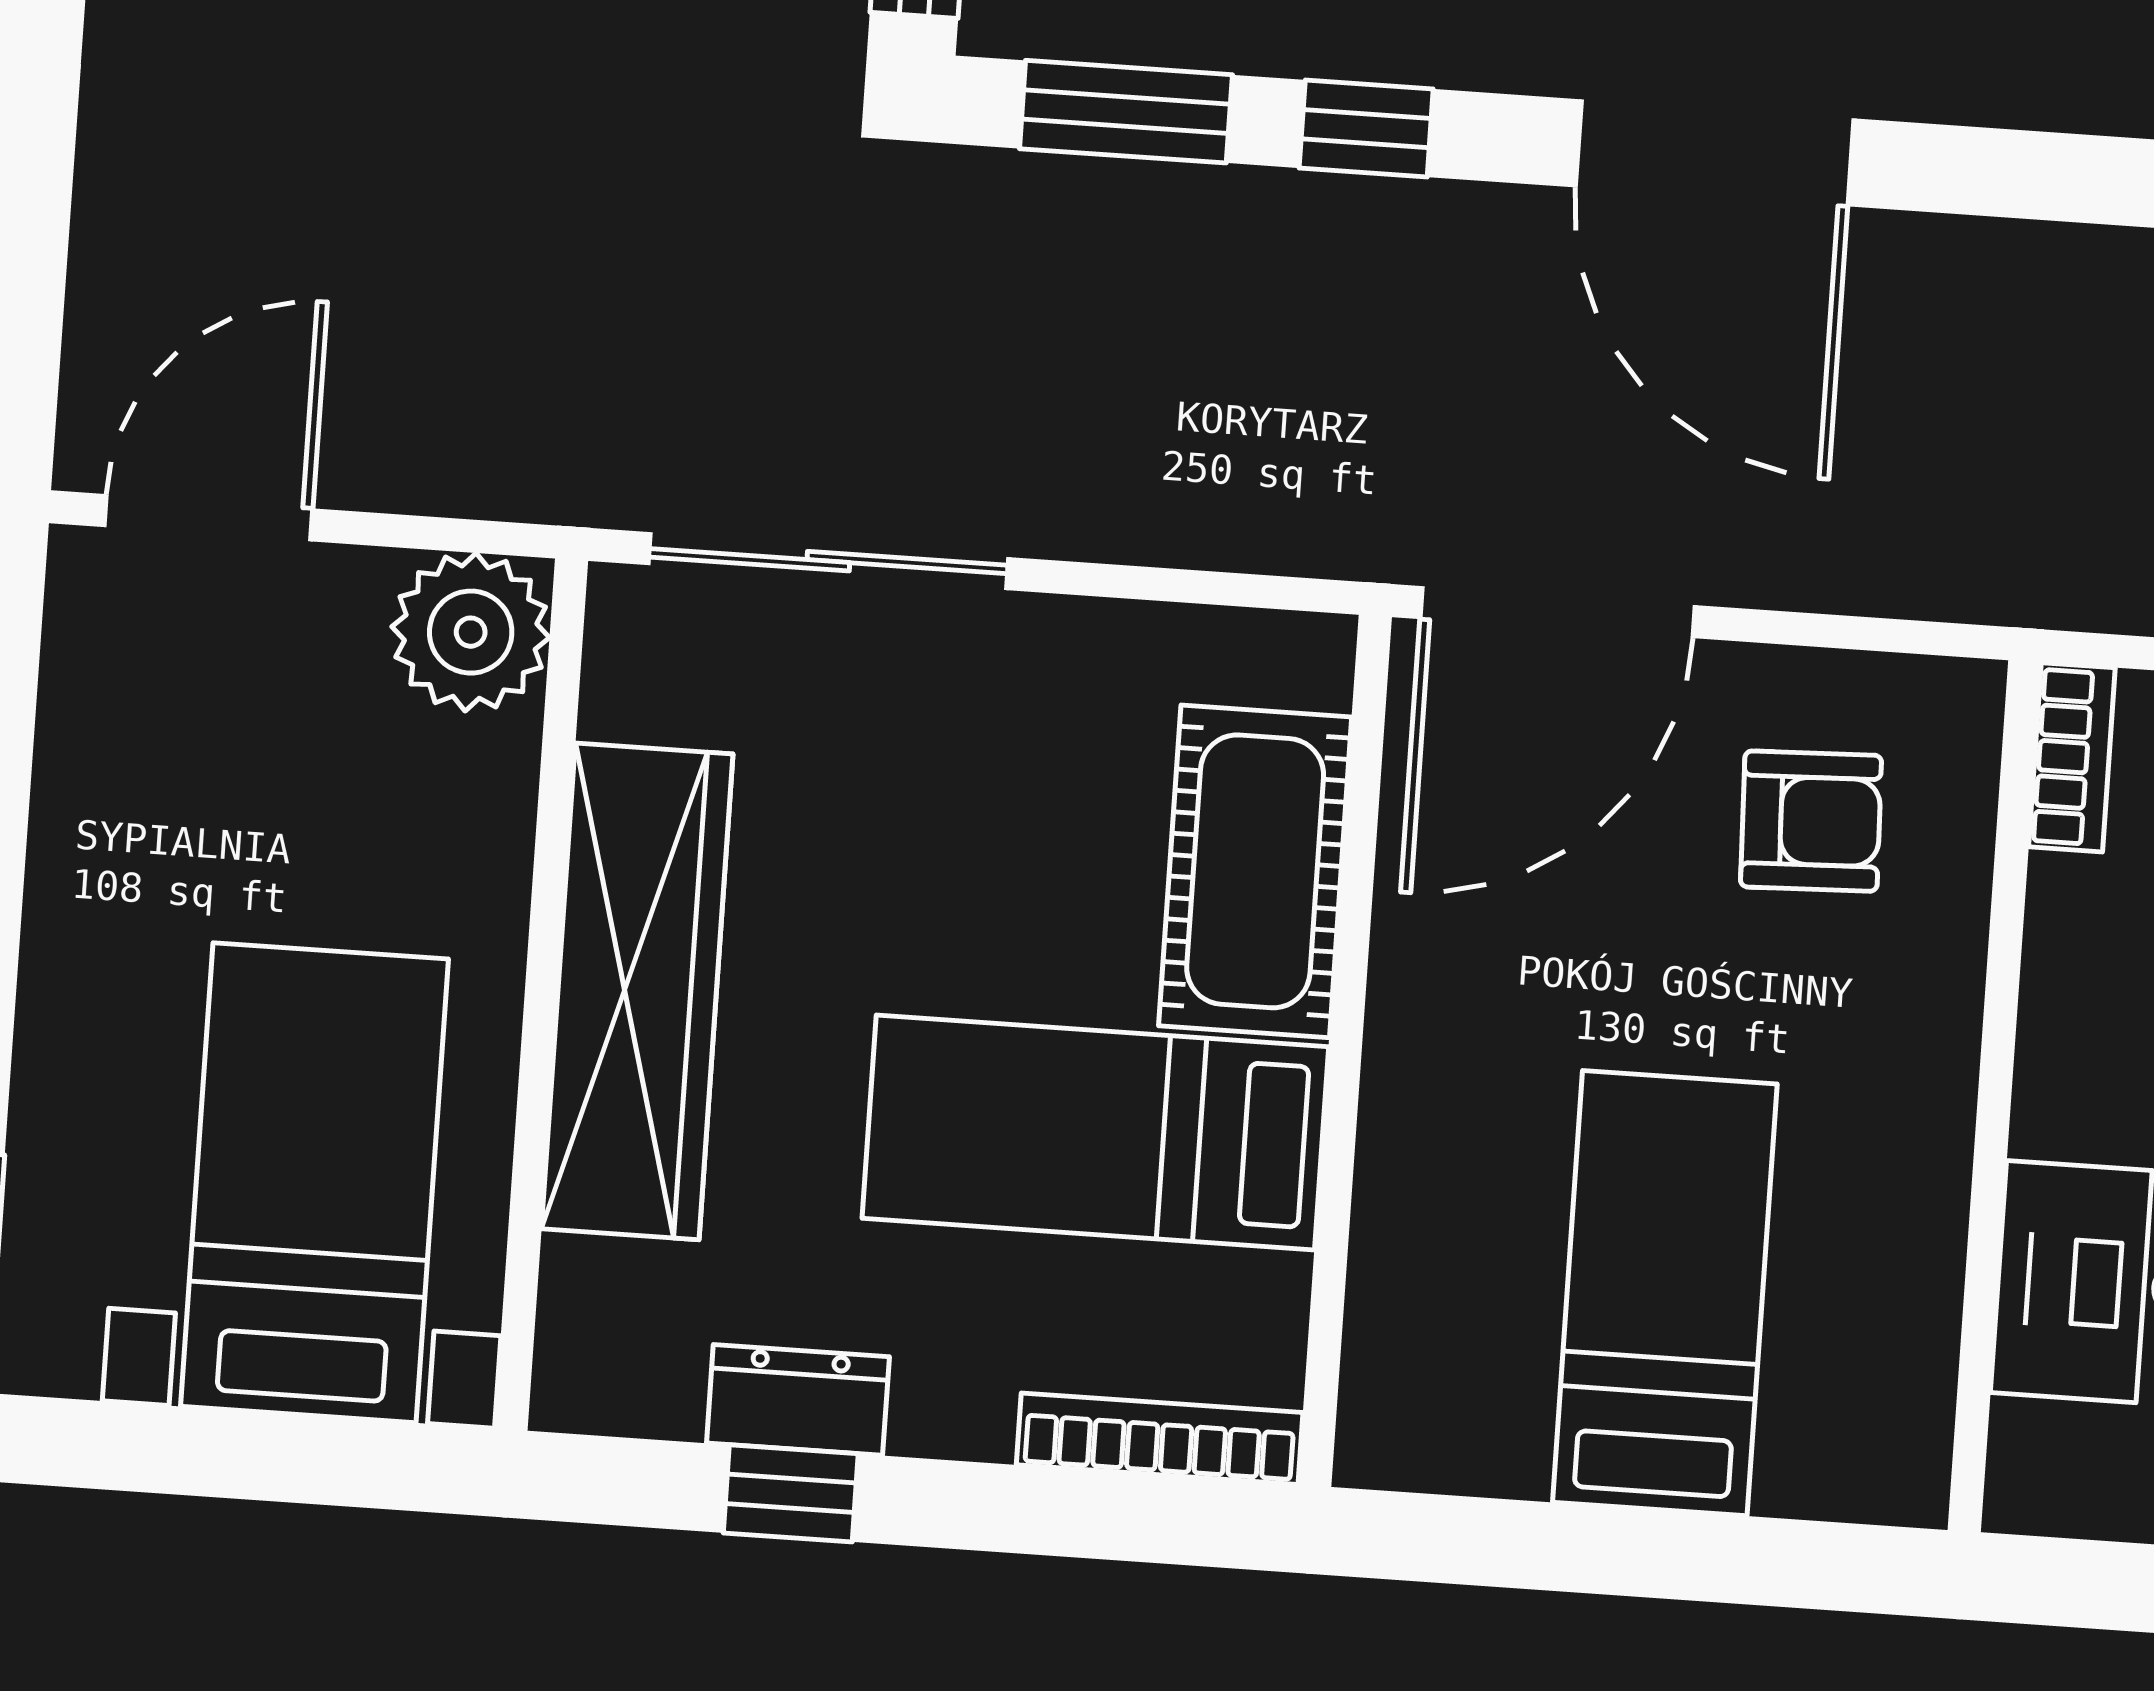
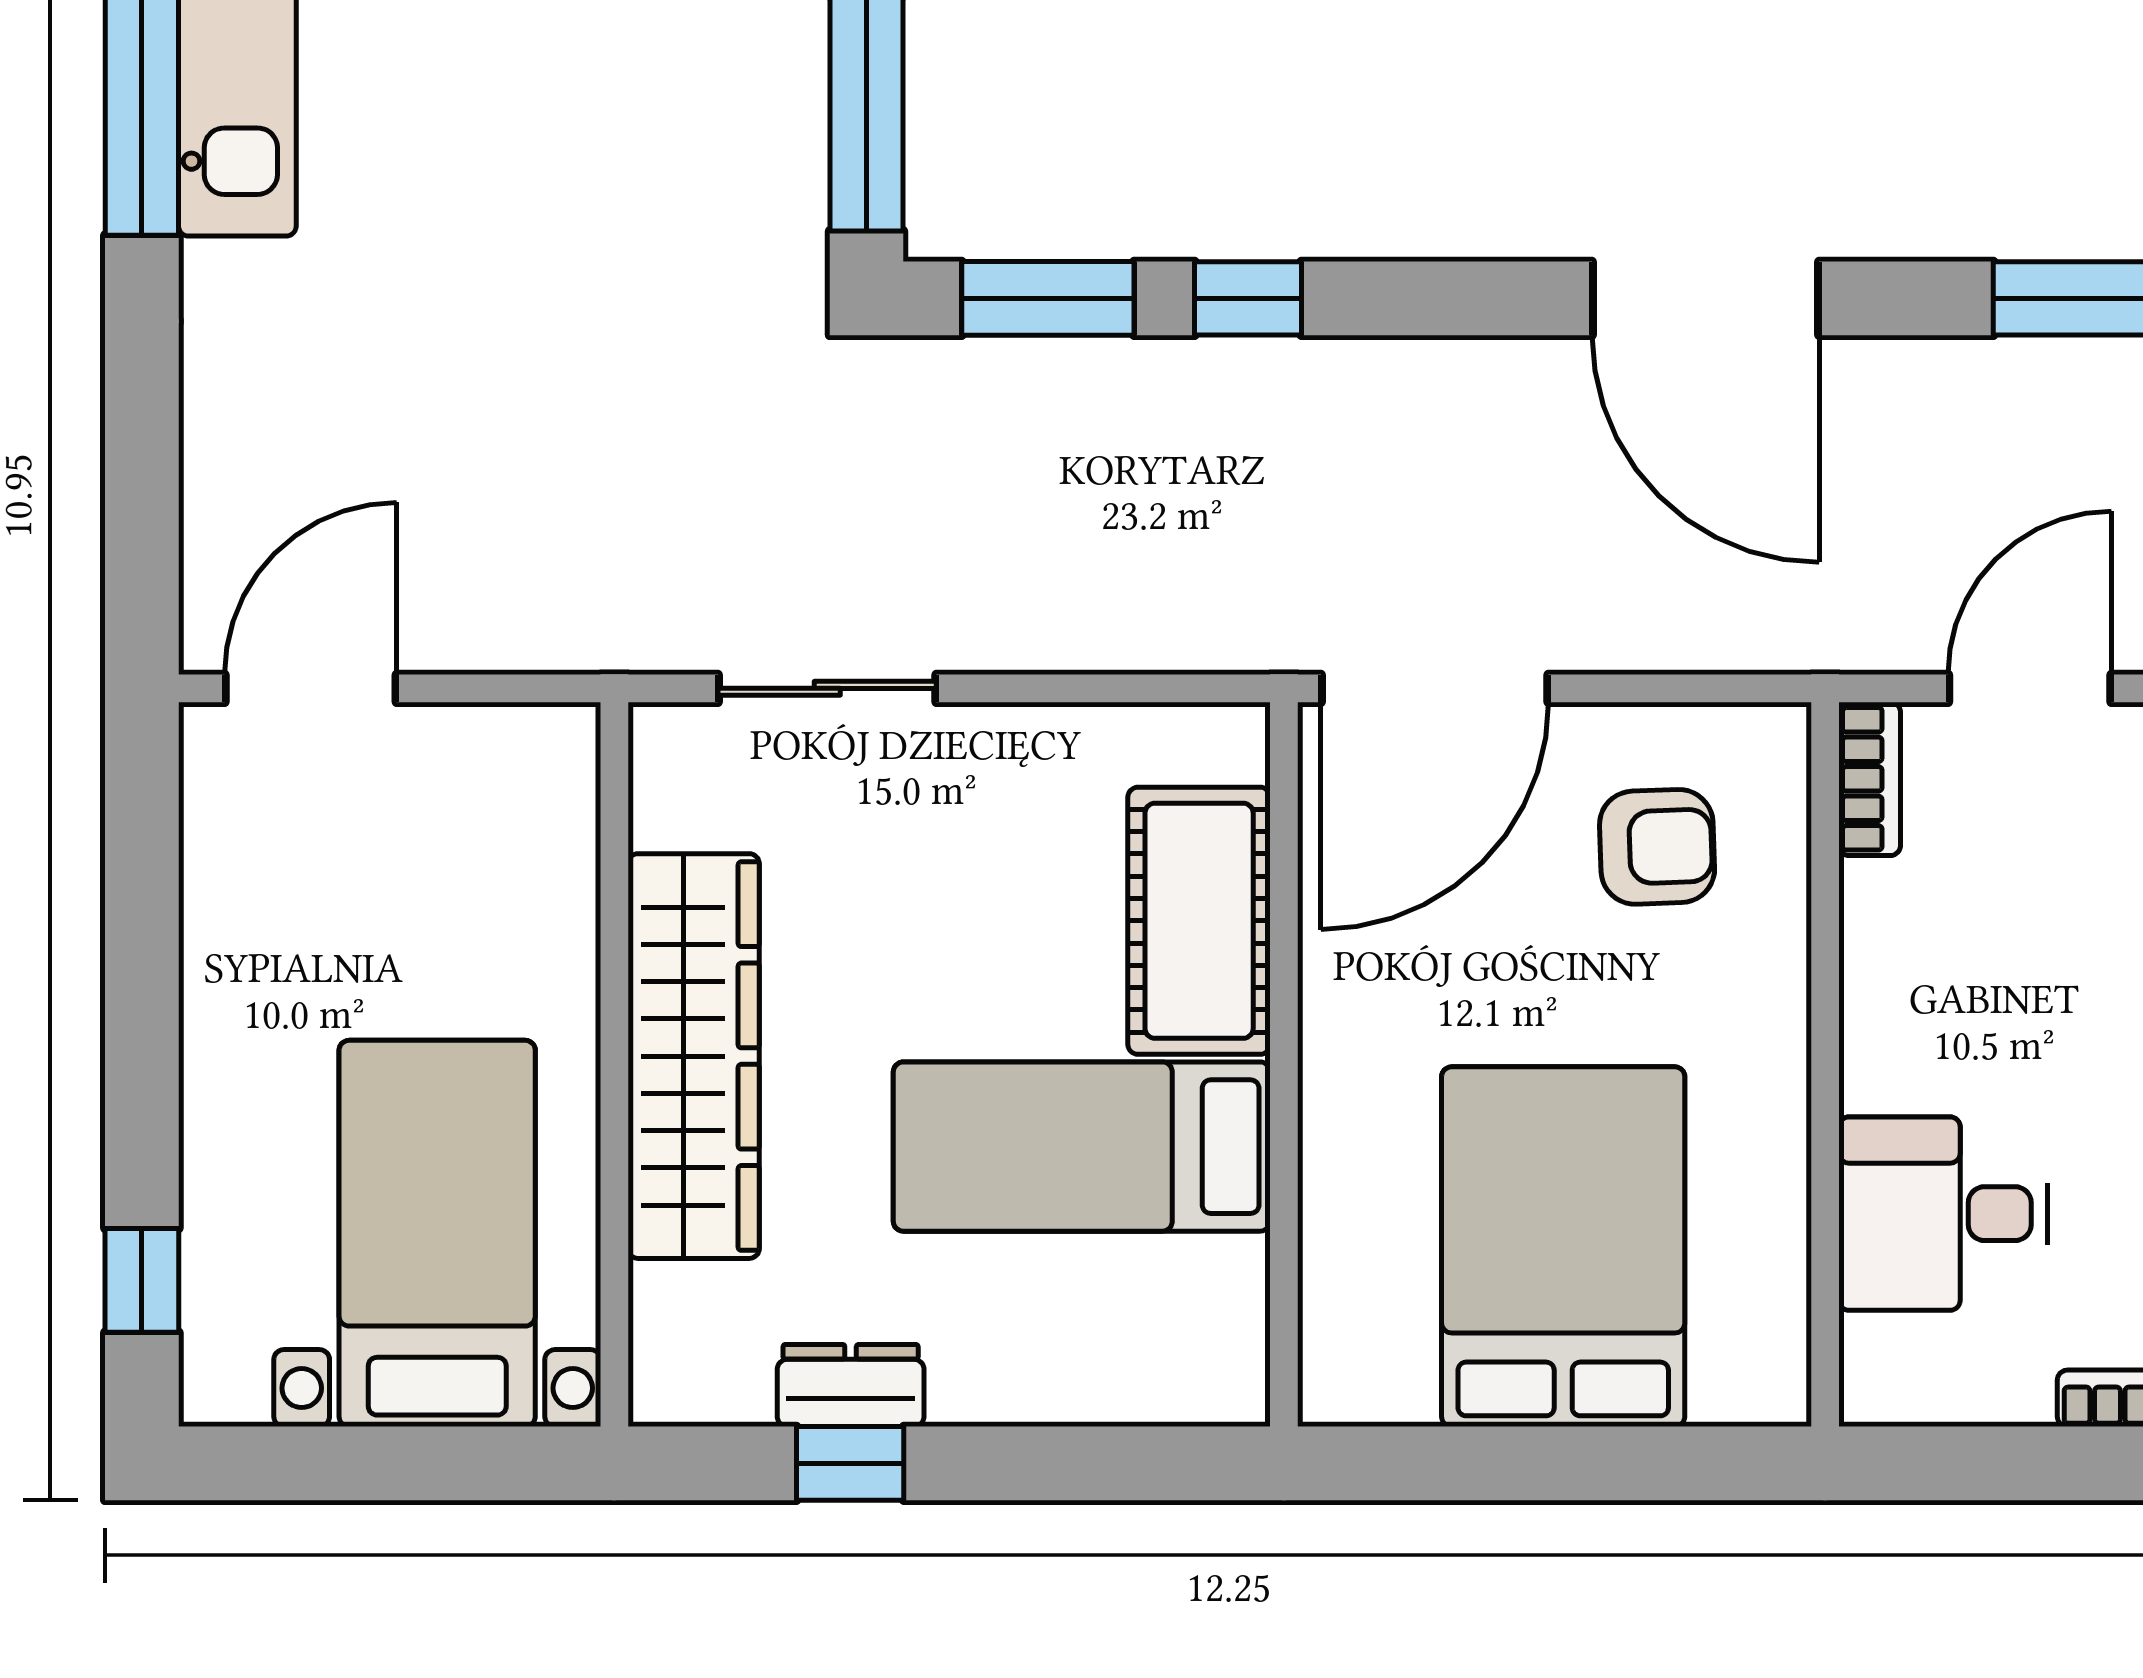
door: (1715, 153) -> (1706, 298), moved
sliding door: (828, 561) -> (827, 688), width x0.73
plant: (471, 632) -> (535, 768), removed
bed: (1665, 1293) -> (1563, 1247), width x1.50
bookcase: (1160, 1439) -> (1153, 1397), removed

